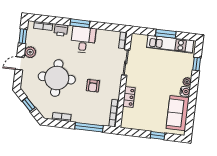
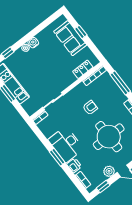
desk: (83, 40) -> (66, 144), width x1.37
locker: (129, 97) -> (83, 69), moved
sofa: (178, 113) -> (70, 38), moved, turned 90

